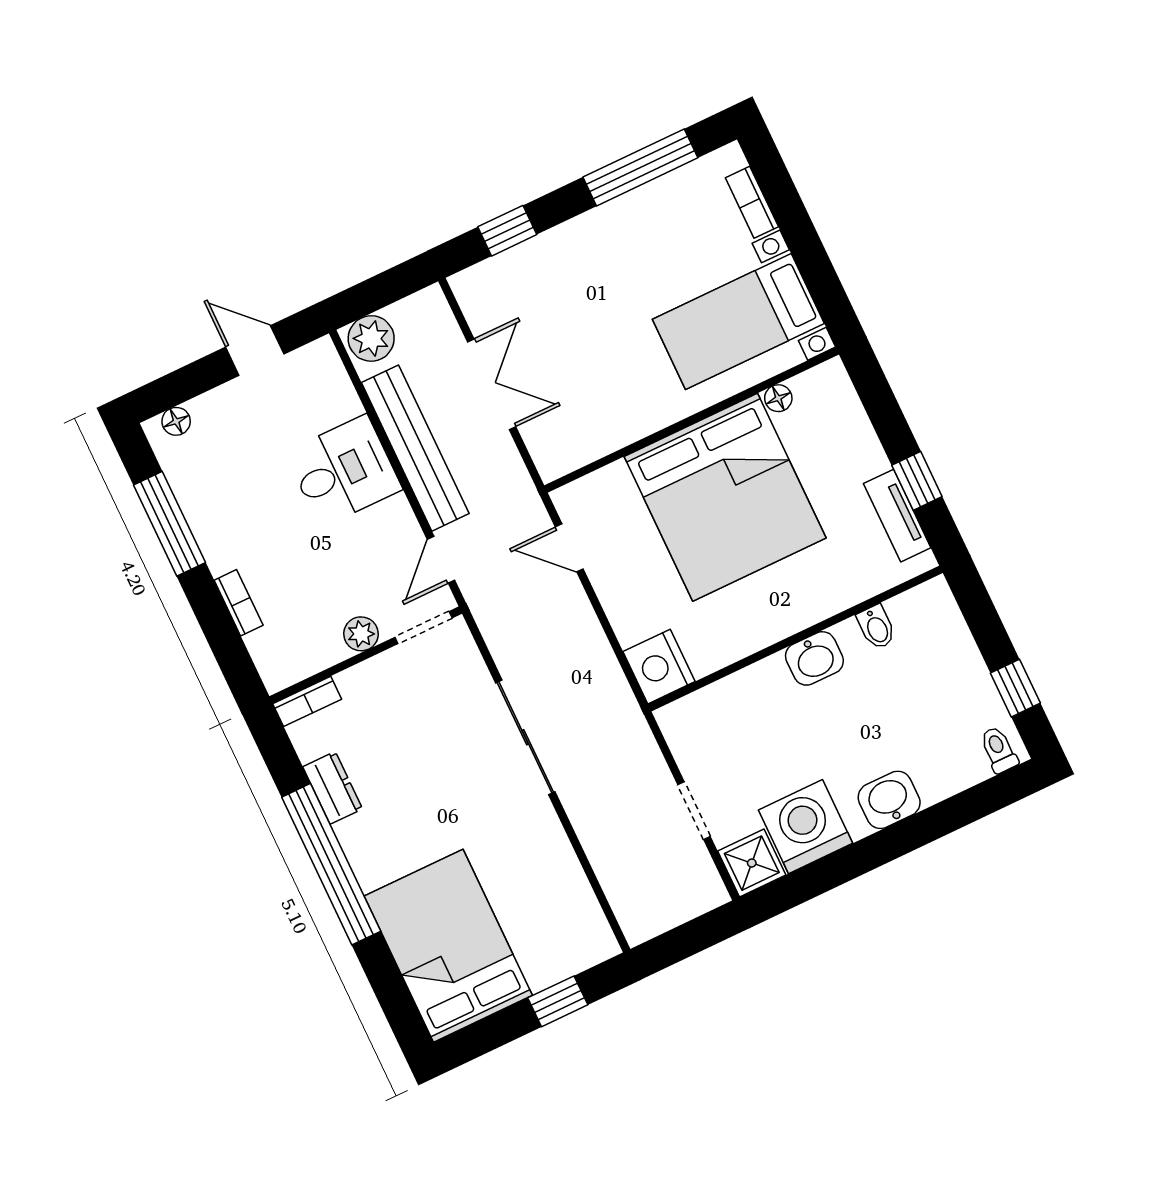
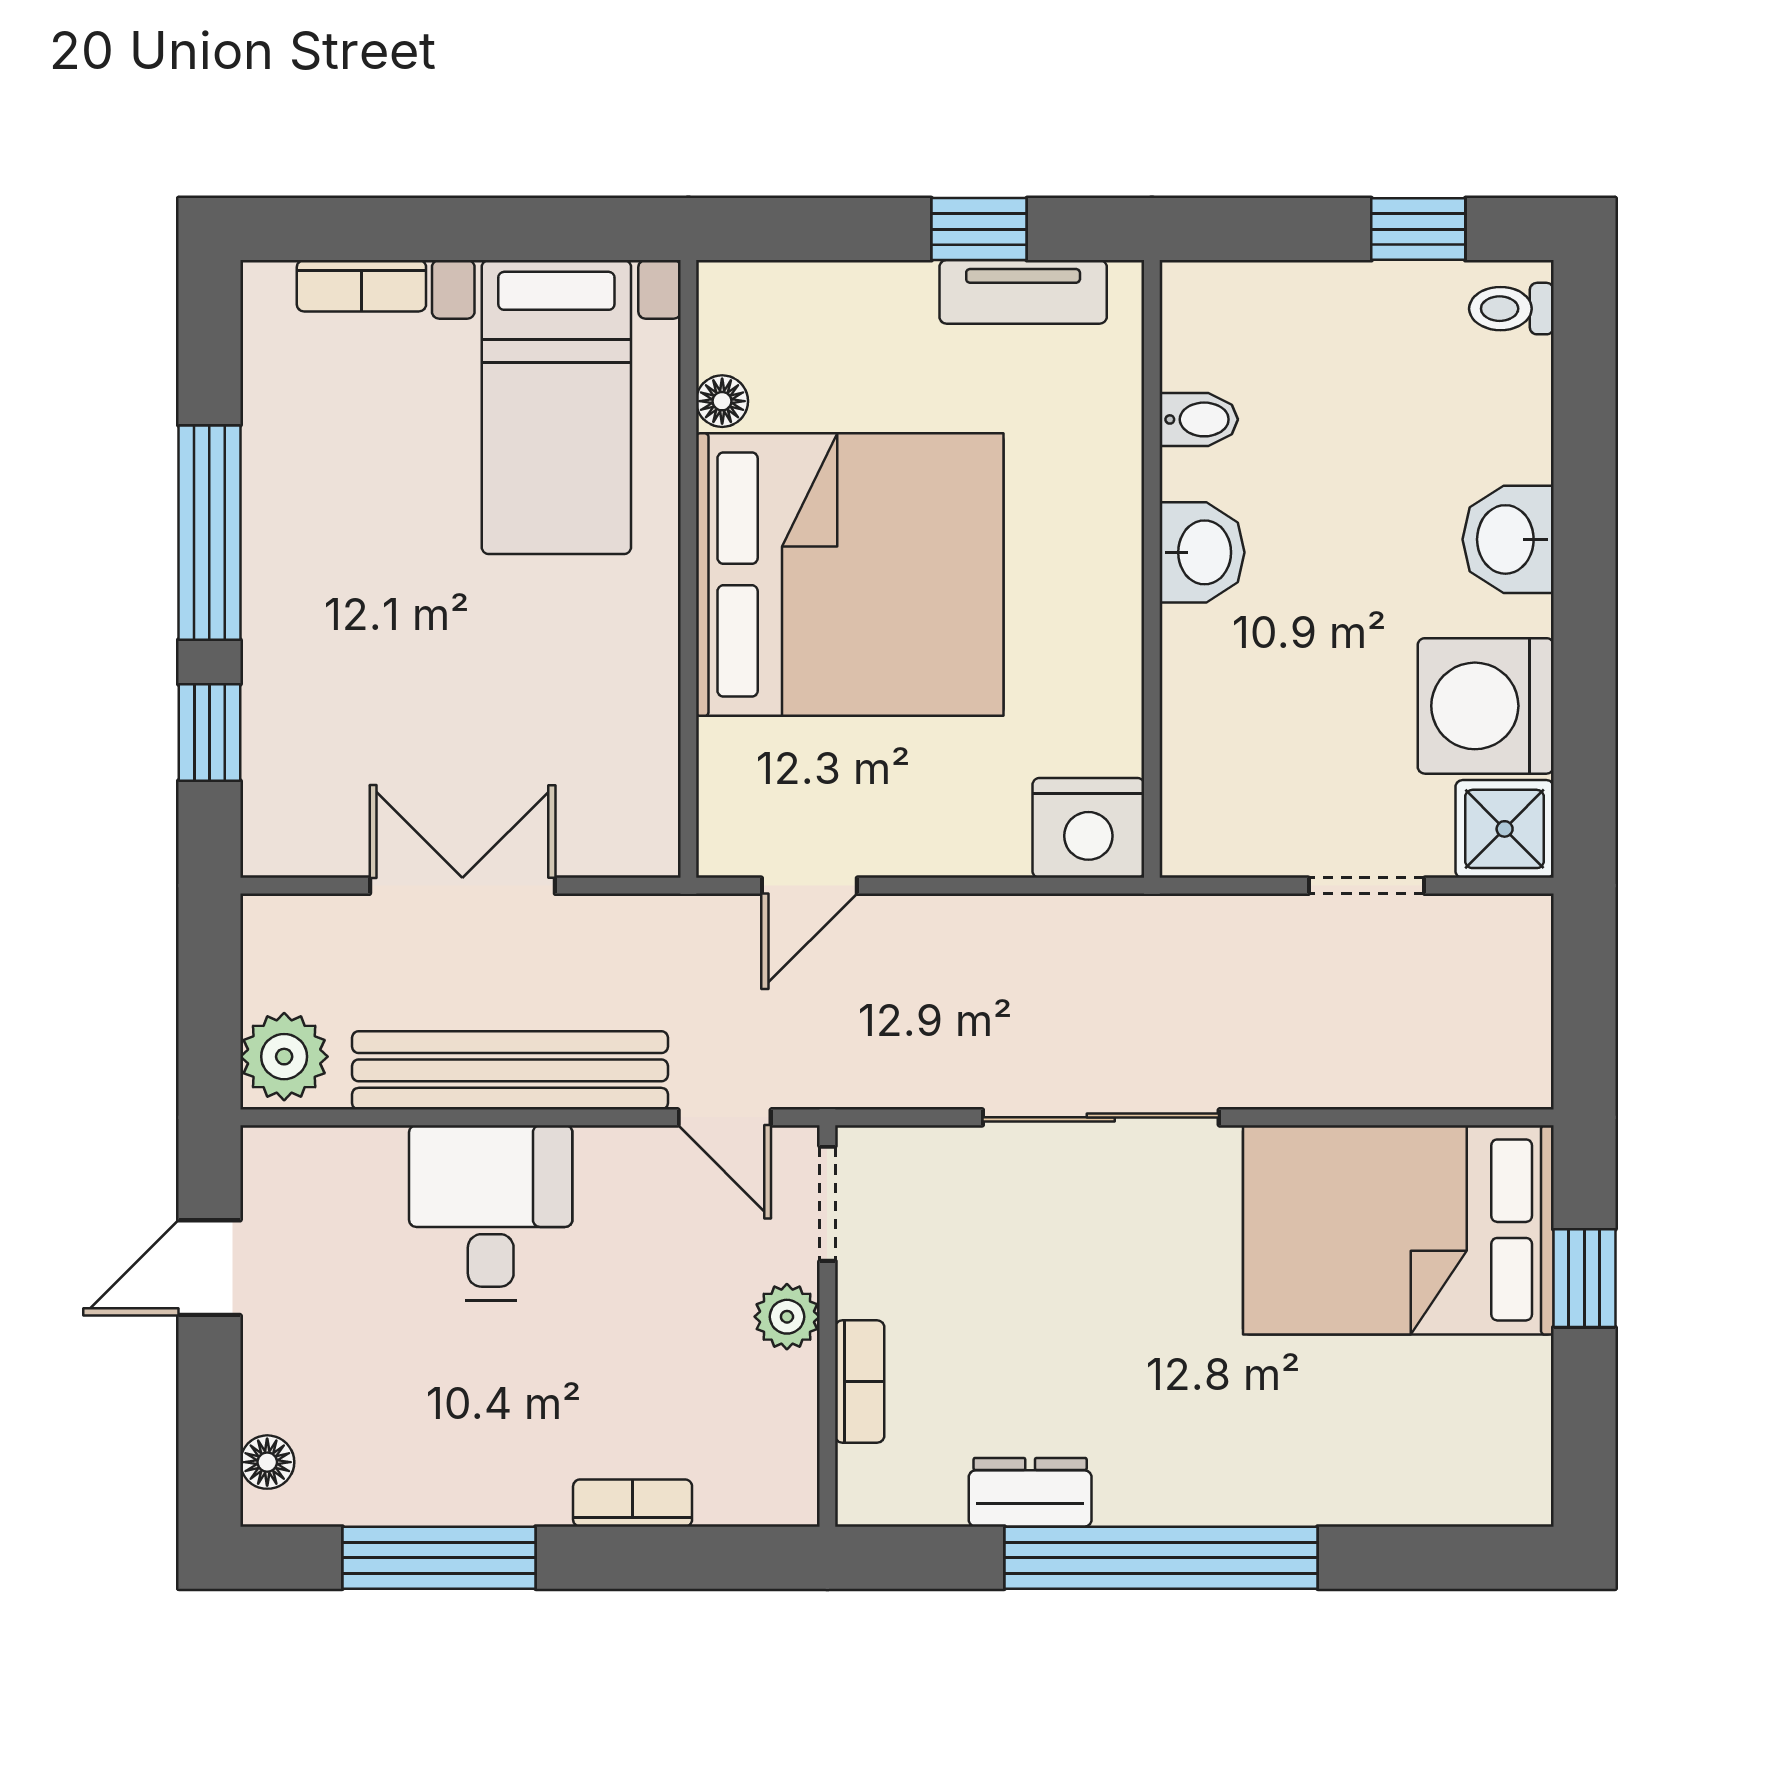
window: (640, 167) -> (209, 533), moved
bookcase: (307, 701) -> (860, 1382), moved
bed: (448, 946) -> (1398, 1230), moved

